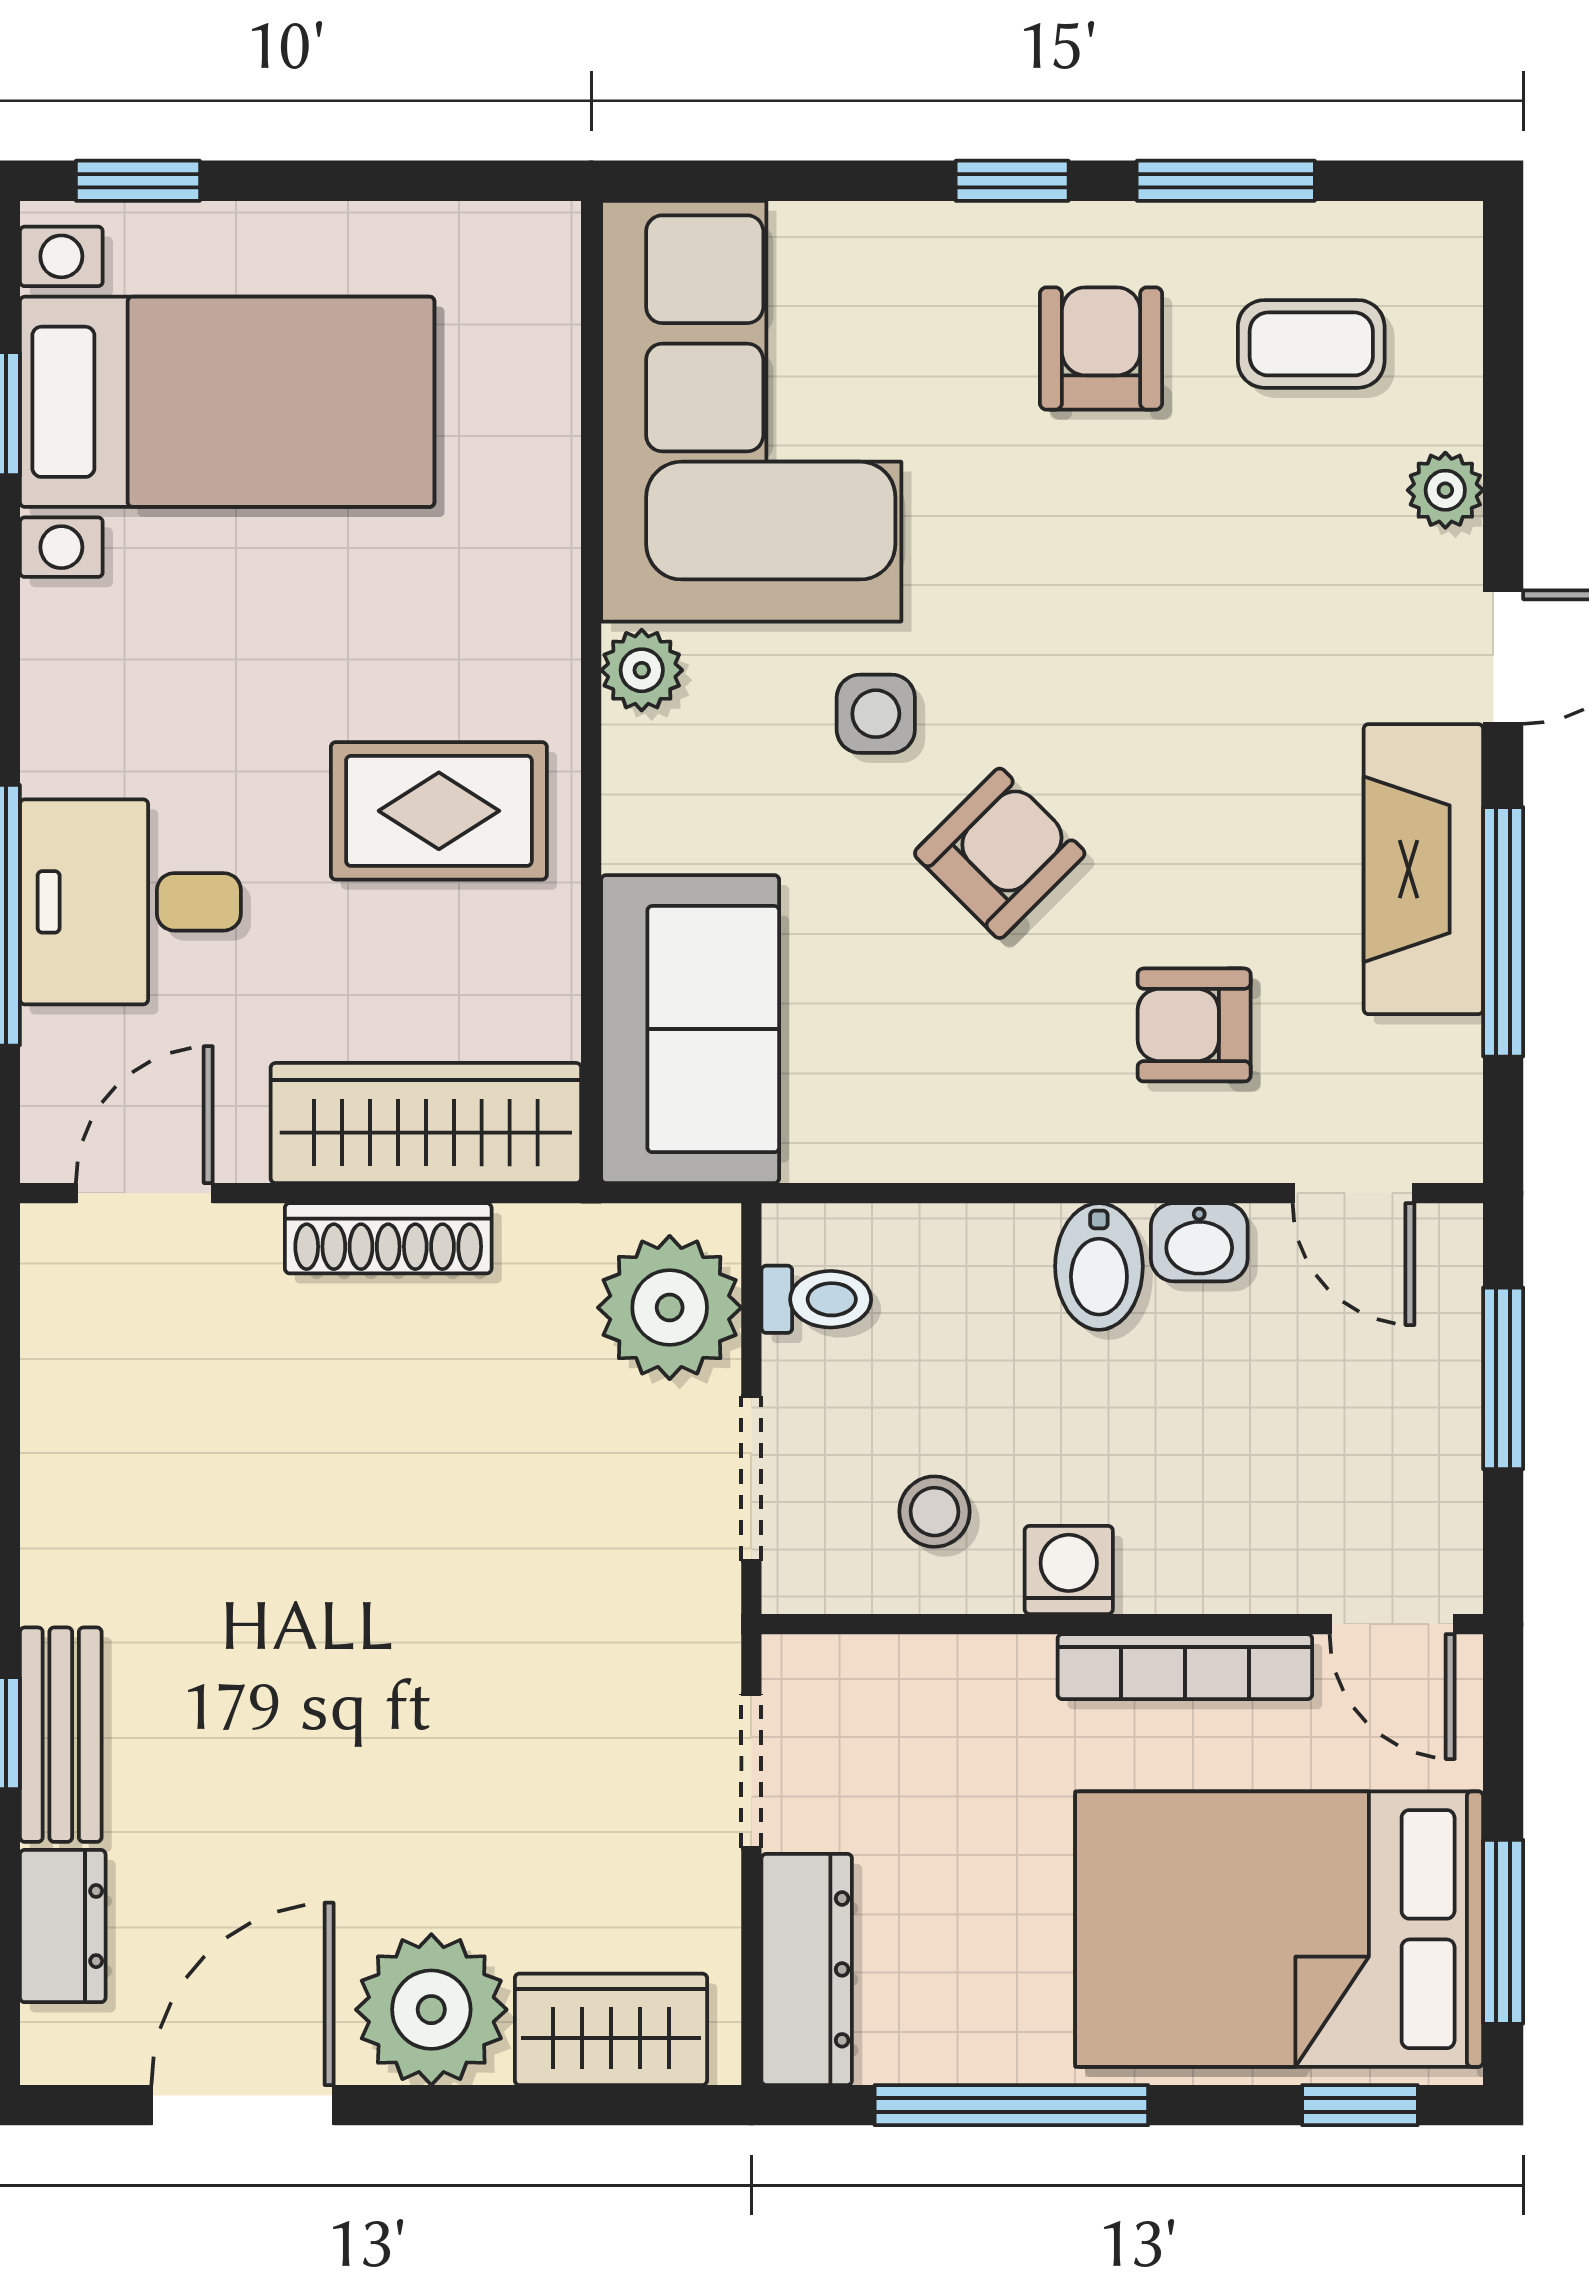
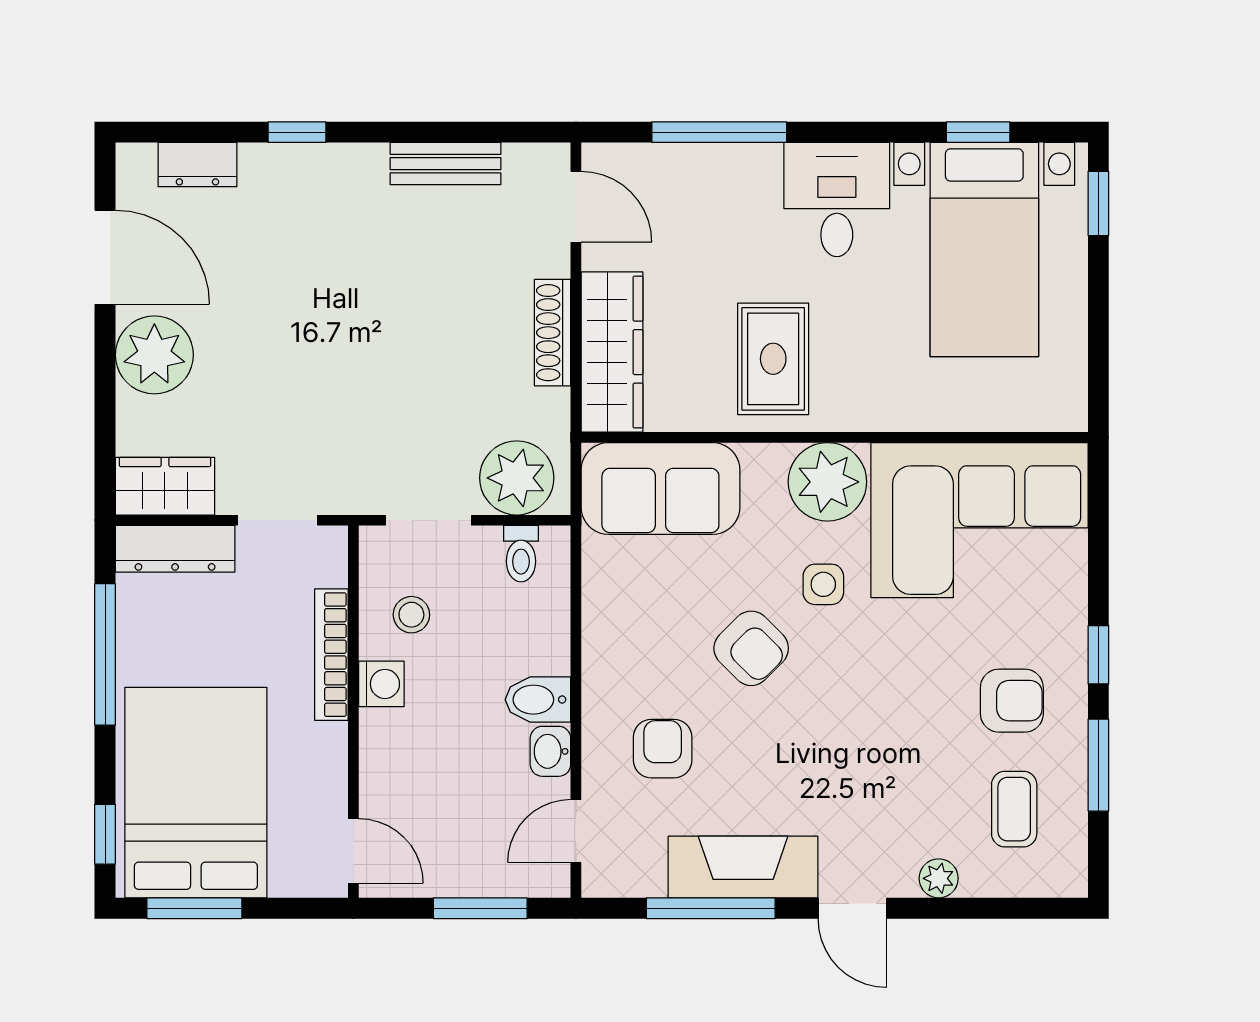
plant: (642, 670) -> (827, 482), width x1.88, depth x1.88
desk: (130, 902) -> (837, 200), moved
door: (1392, 1624) -> (353, 851), swing flipped
bookcase: (1185, 1667) -> (331, 655), moved
bench: (61, 1735) -> (446, 164), moved
wardrobe: (611, 2029) -> (165, 486), moved, turned -90

